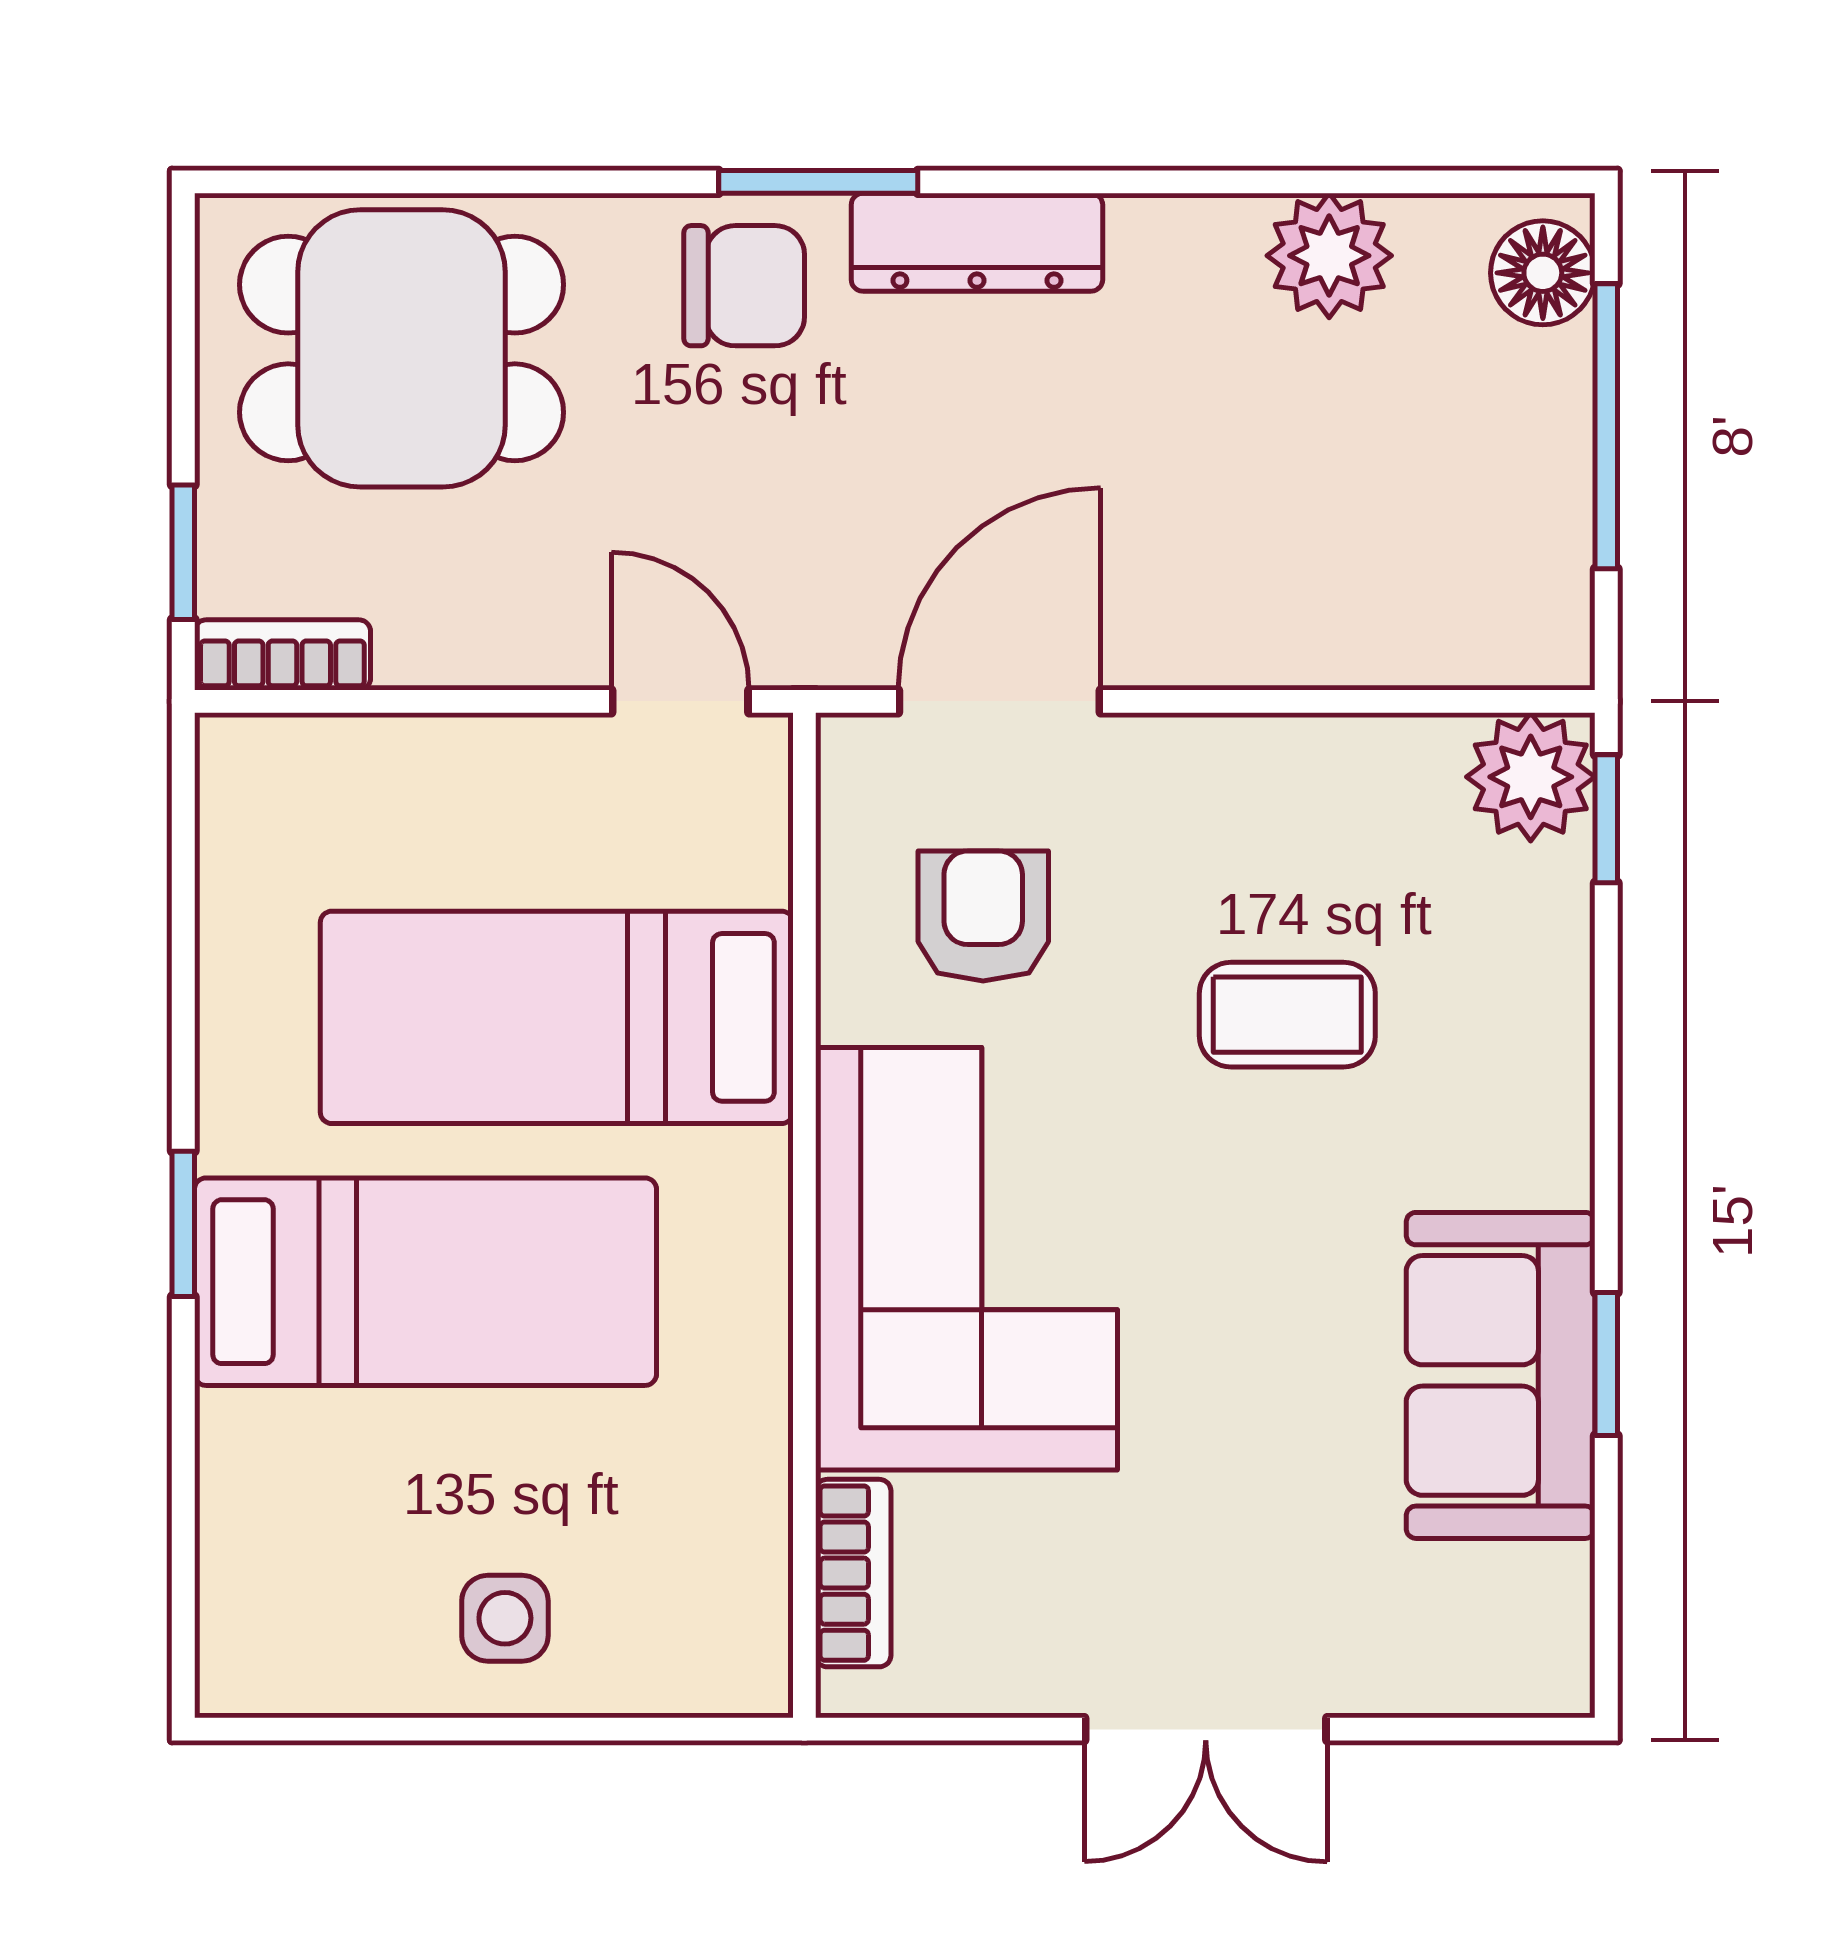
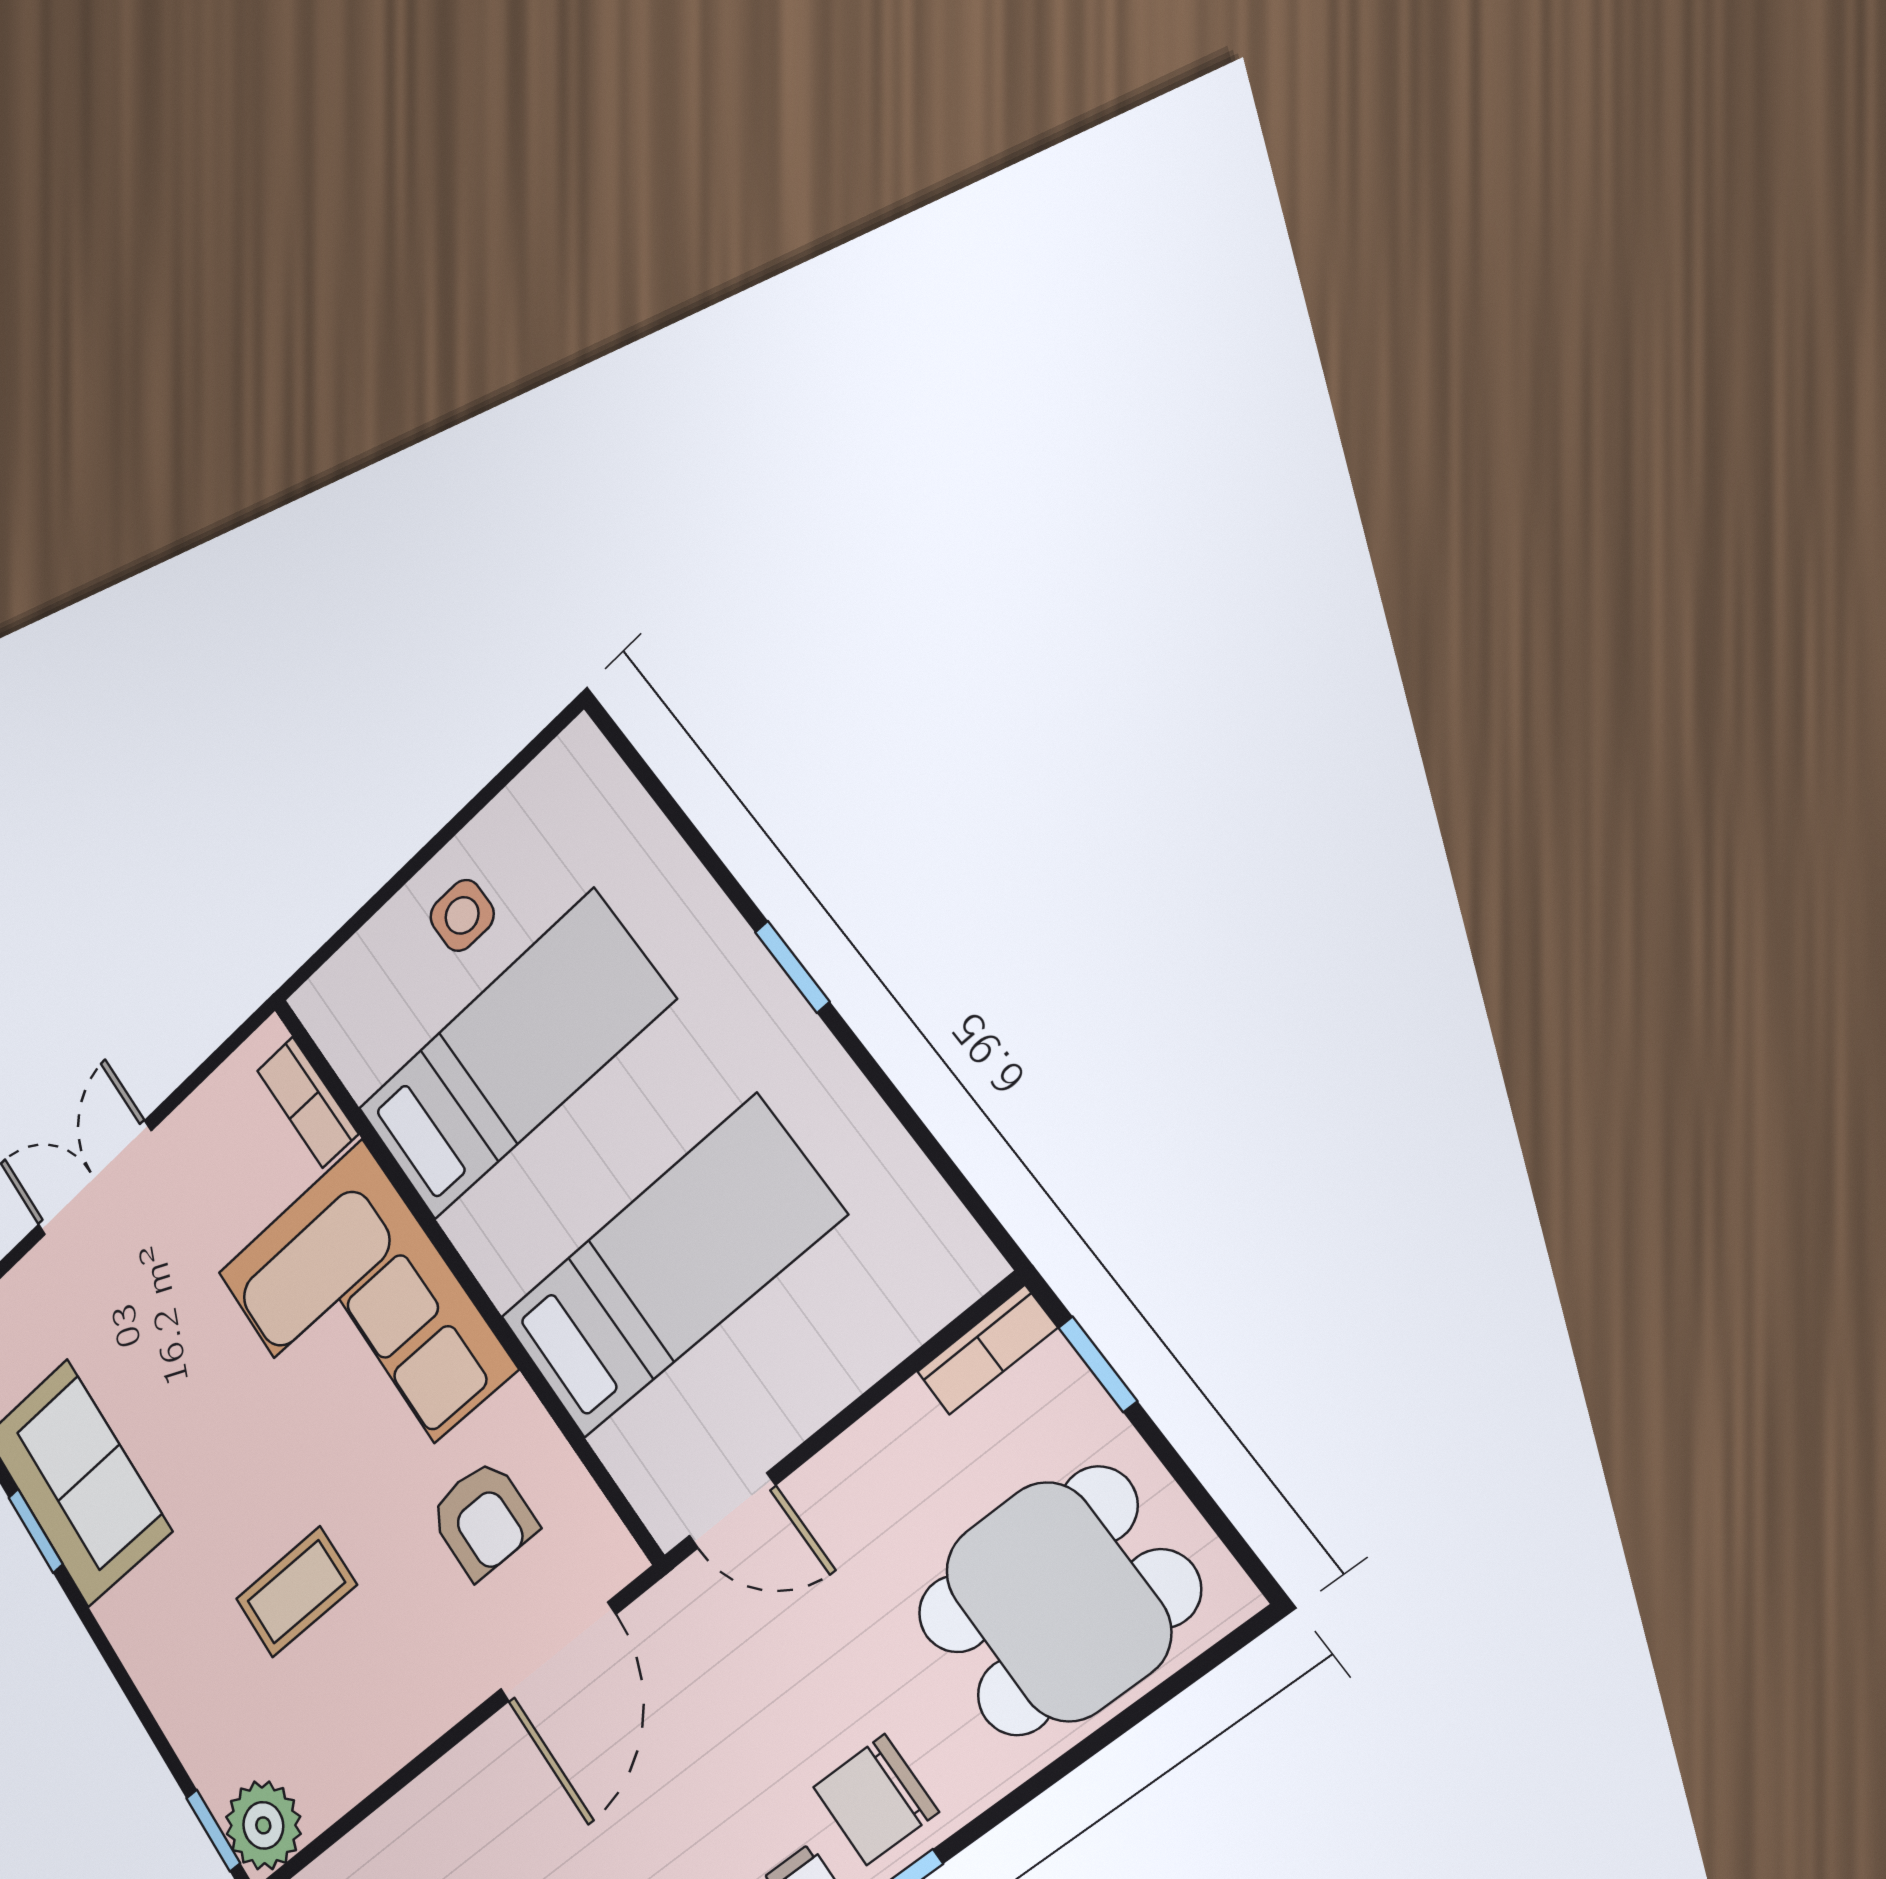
bed: (425, 1282) -> (514, 1055), moved, turned 180

